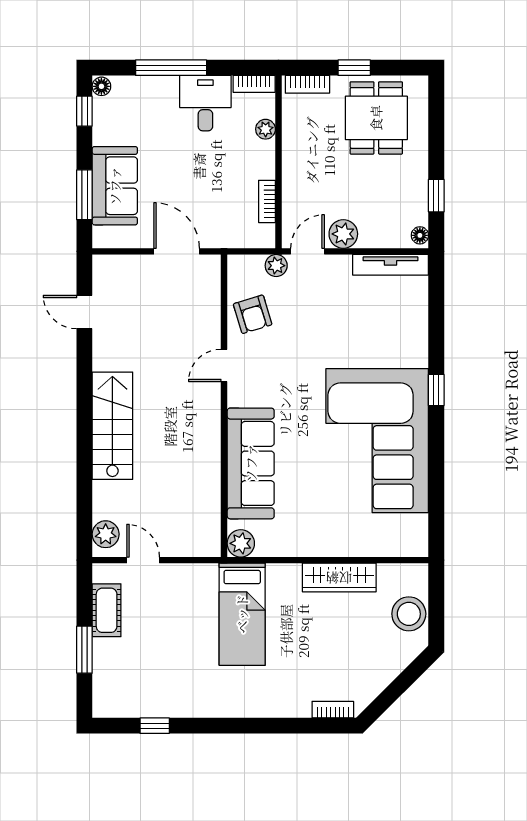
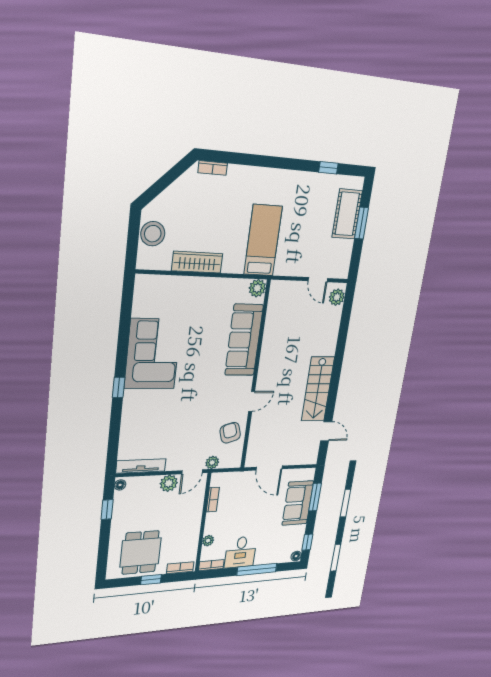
stairs: (112, 426) -> (318, 389), moved
corner sofa: (377, 441) -> (153, 354), width x0.73, depth x0.74
cot: (107, 610) -> (347, 214), moved, width x1.37, depth x1.34

